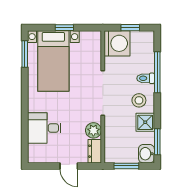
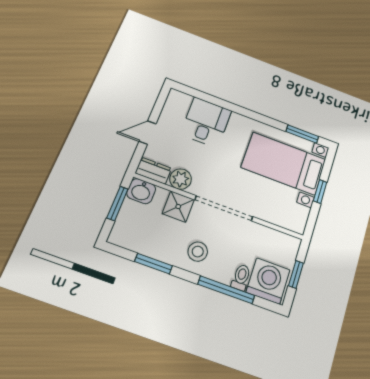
washing machine: (117, 43) -> (268, 281), moved, turned 180
toilet: (146, 78) -> (241, 277), moved
shower: (145, 122) -> (178, 207), moved
window: (157, 142) -> (153, 264), moved
washbasin: (146, 154) -> (141, 191), moved, turned 180

